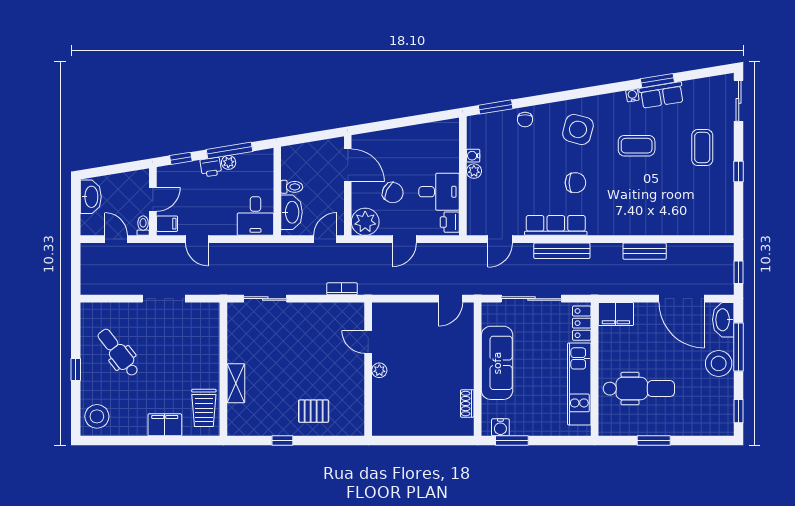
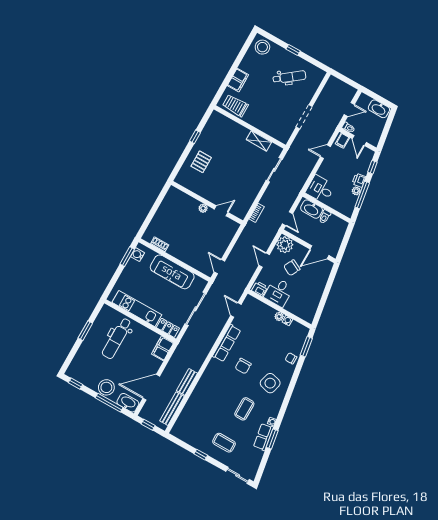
bench: (562, 251) -> (172, 409), moved
shelving: (236, 383) -> (259, 141), moved

